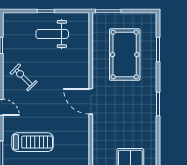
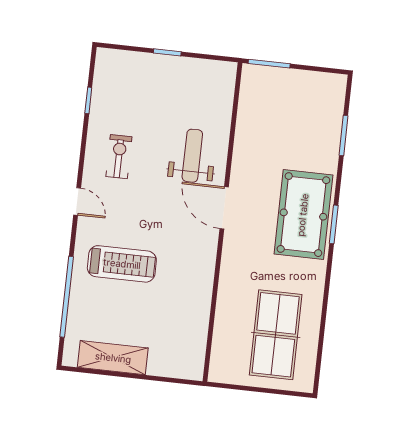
weight bench: (52, 34) -> (192, 156), moved, turned 90
pool table: (125, 55) -> (303, 215), moved
exercise bike: (23, 77) -> (119, 157), turned 45

